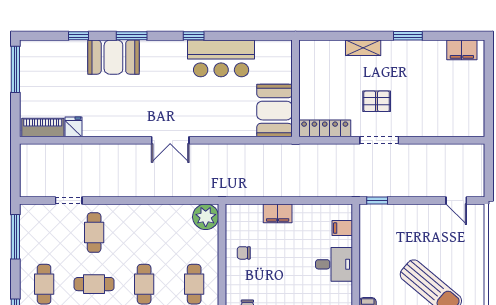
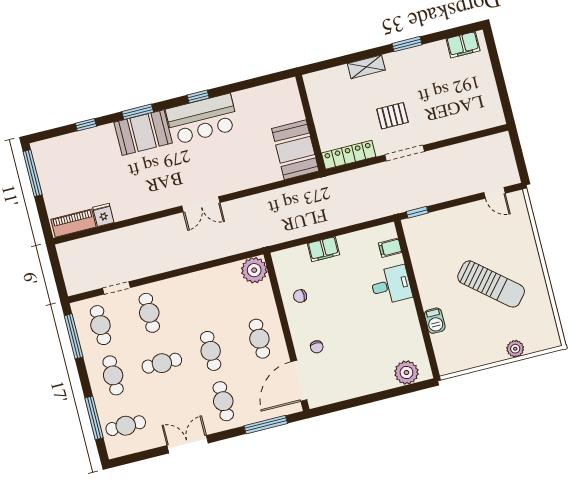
booth: (113, 57) -> (143, 133), moved
bar counter: (221, 58) -> (202, 119), moved
cafe table: (44, 233) -> (100, 325), added

